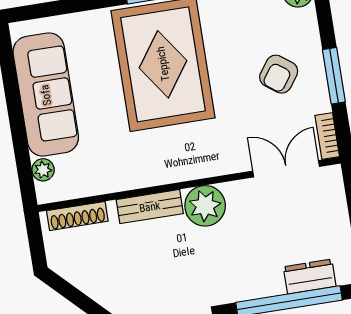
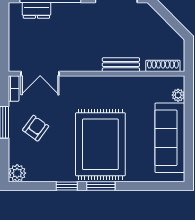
plant: (205, 206) -> (89, 60), removed

